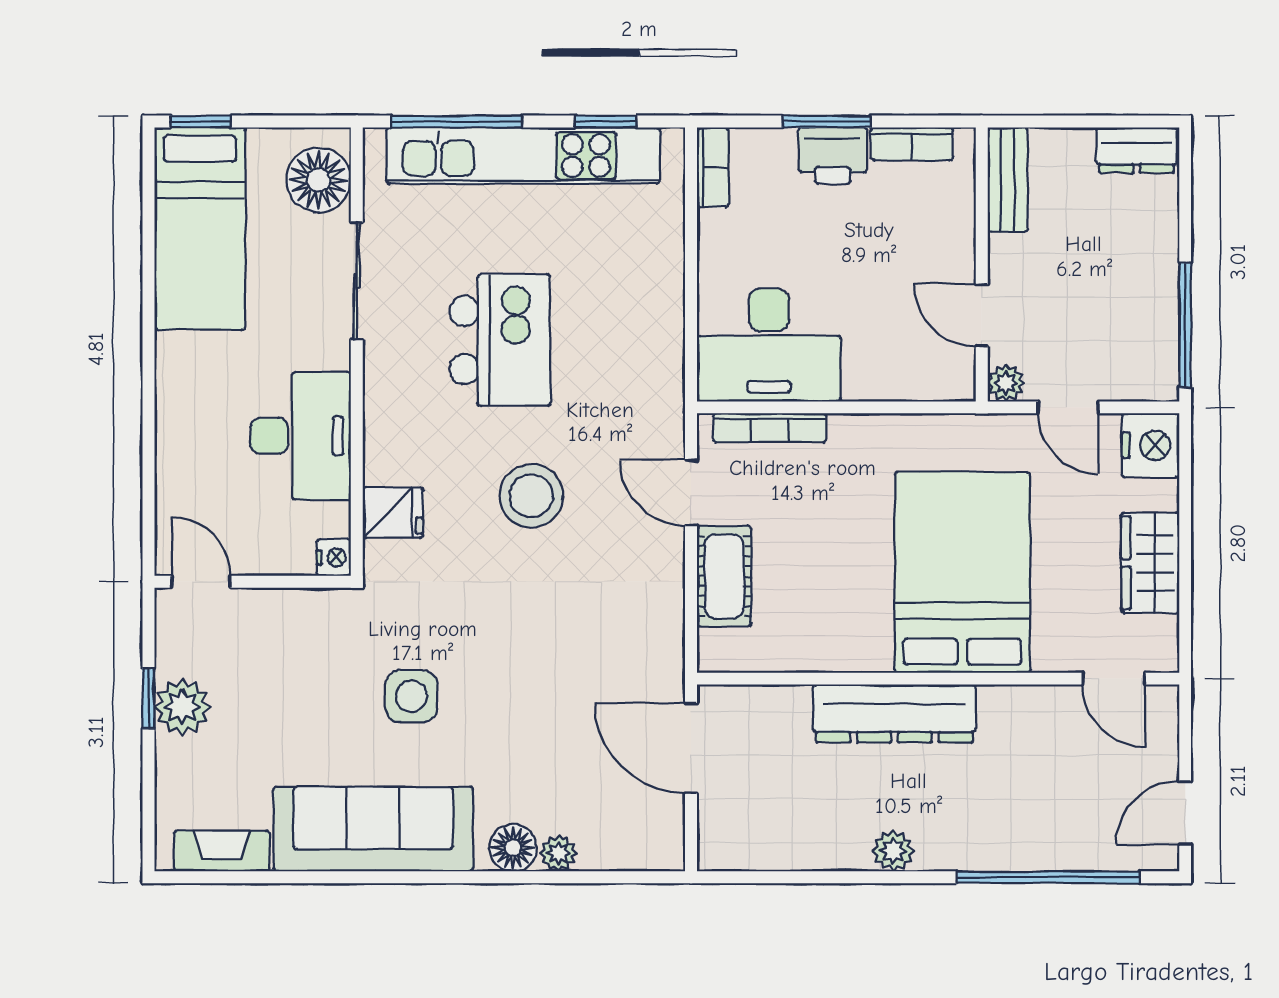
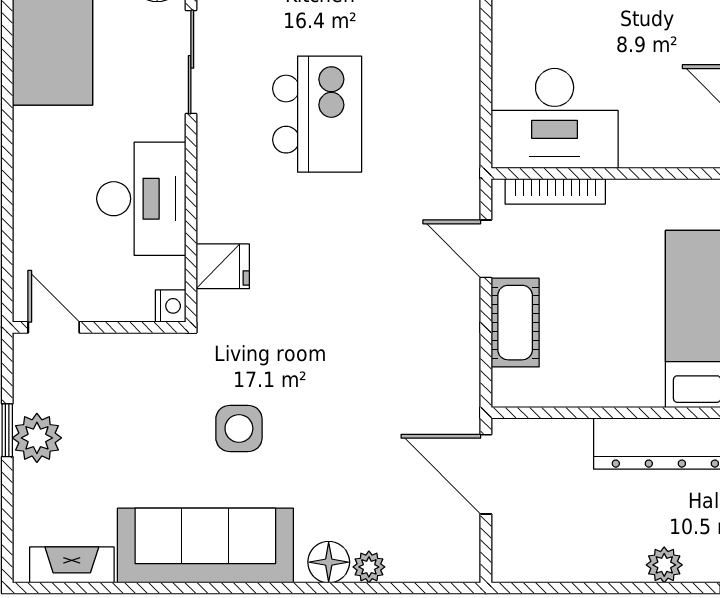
stool: (531, 496) -> (345, 252), removed

